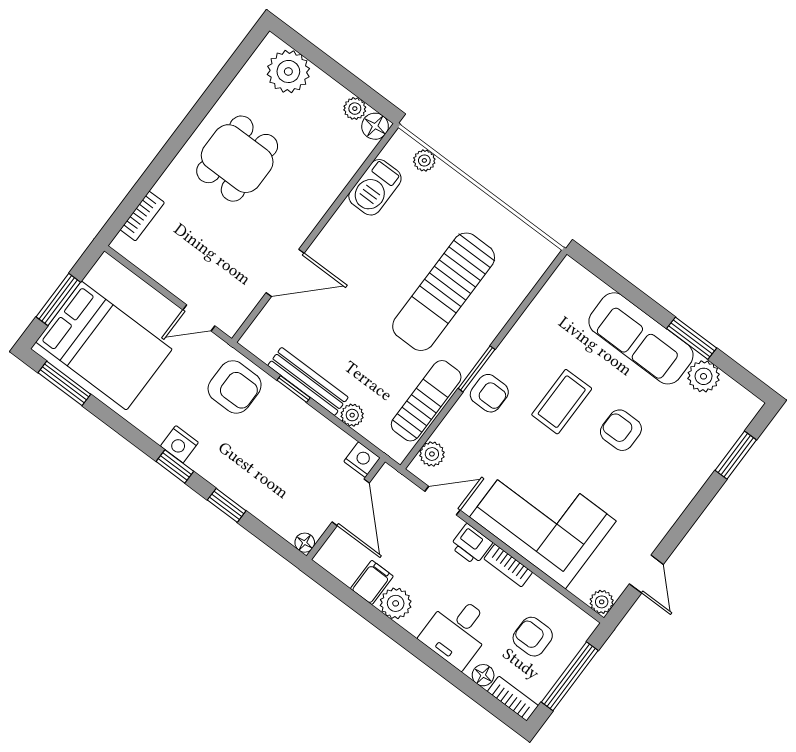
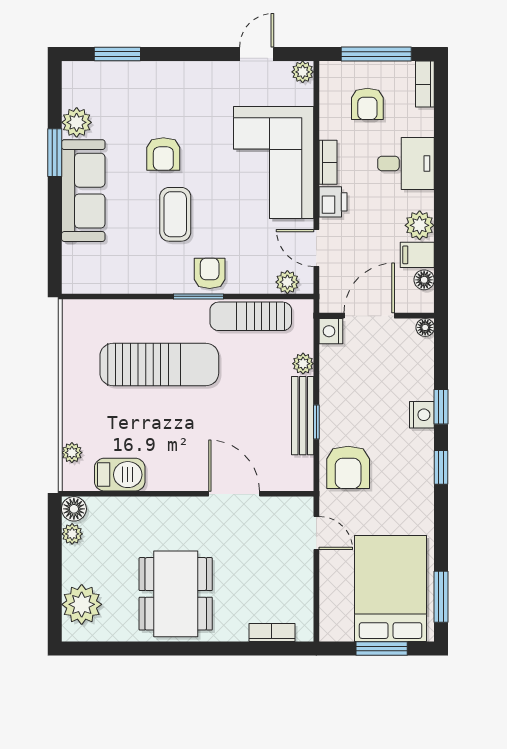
dining table: (237, 159) -> (176, 594), width x1.38
armchair: (235, 387) -> (348, 467), turned 180
coffee table: (562, 402) -> (175, 214), turned 90
nightstand: (179, 444) -> (422, 415), moved
floor lamp: (483, 675) -> (424, 280), moved

